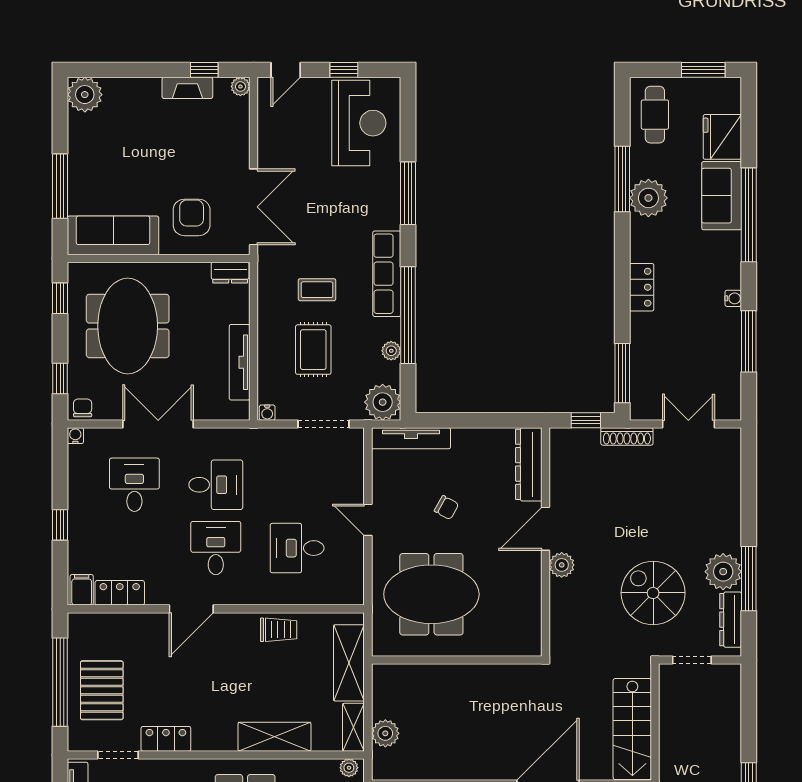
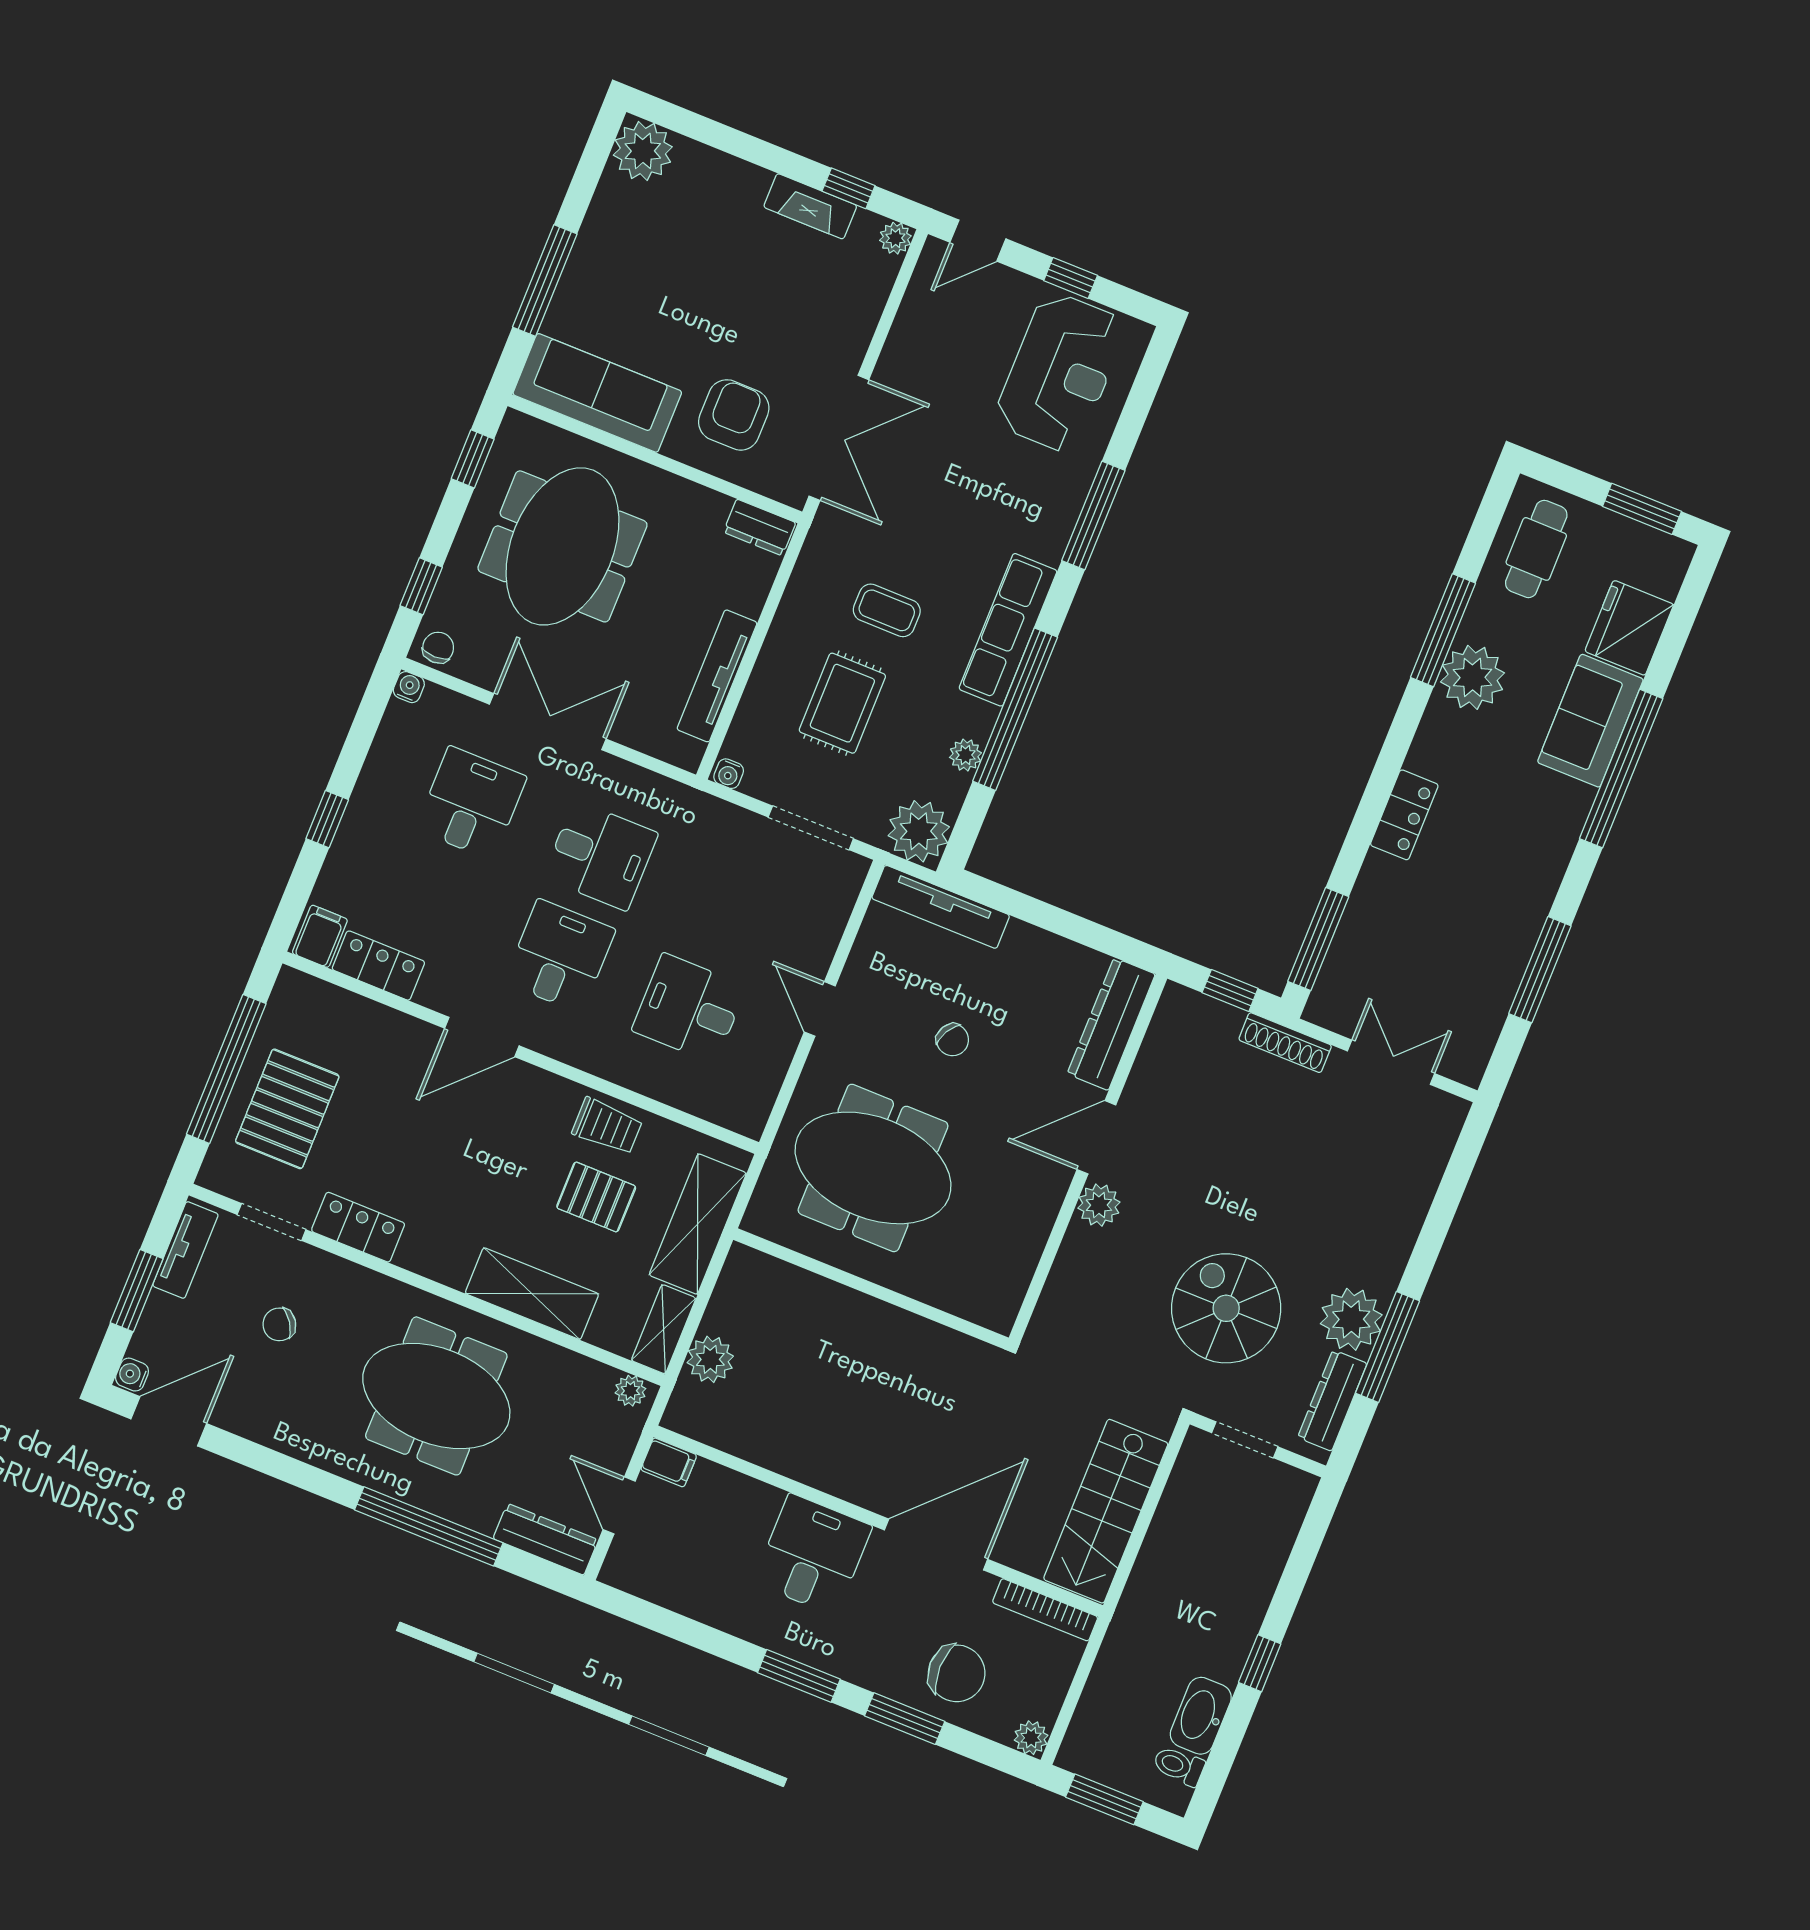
water cooler: (733, 298) -> (1543, 891), removed
pallet: (288, 670) -> (596, 1197), added

